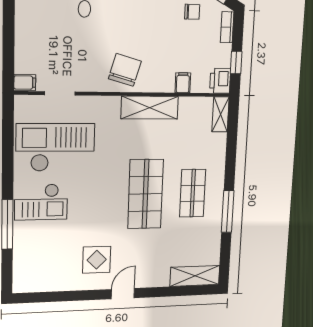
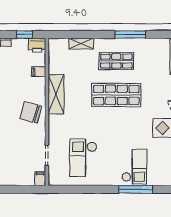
shelving: (221, 114) -> (81, 44), moved
checkout: (55, 147) -> (83, 158), width x0.73, depth x0.83
checkout: (41, 202) -> (134, 167), moved

